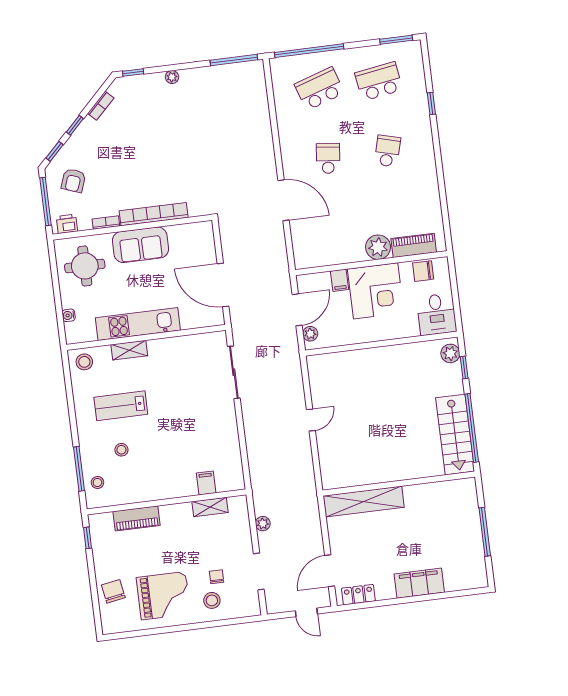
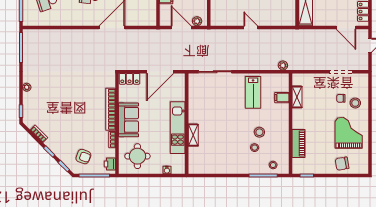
locker: (206, 238) -> (129, 79), added
stool: (84, 362) -> (259, 132), moved
lab bench: (121, 406) -> (253, 92), moved
plant: (263, 524) -> (283, 65), moved

